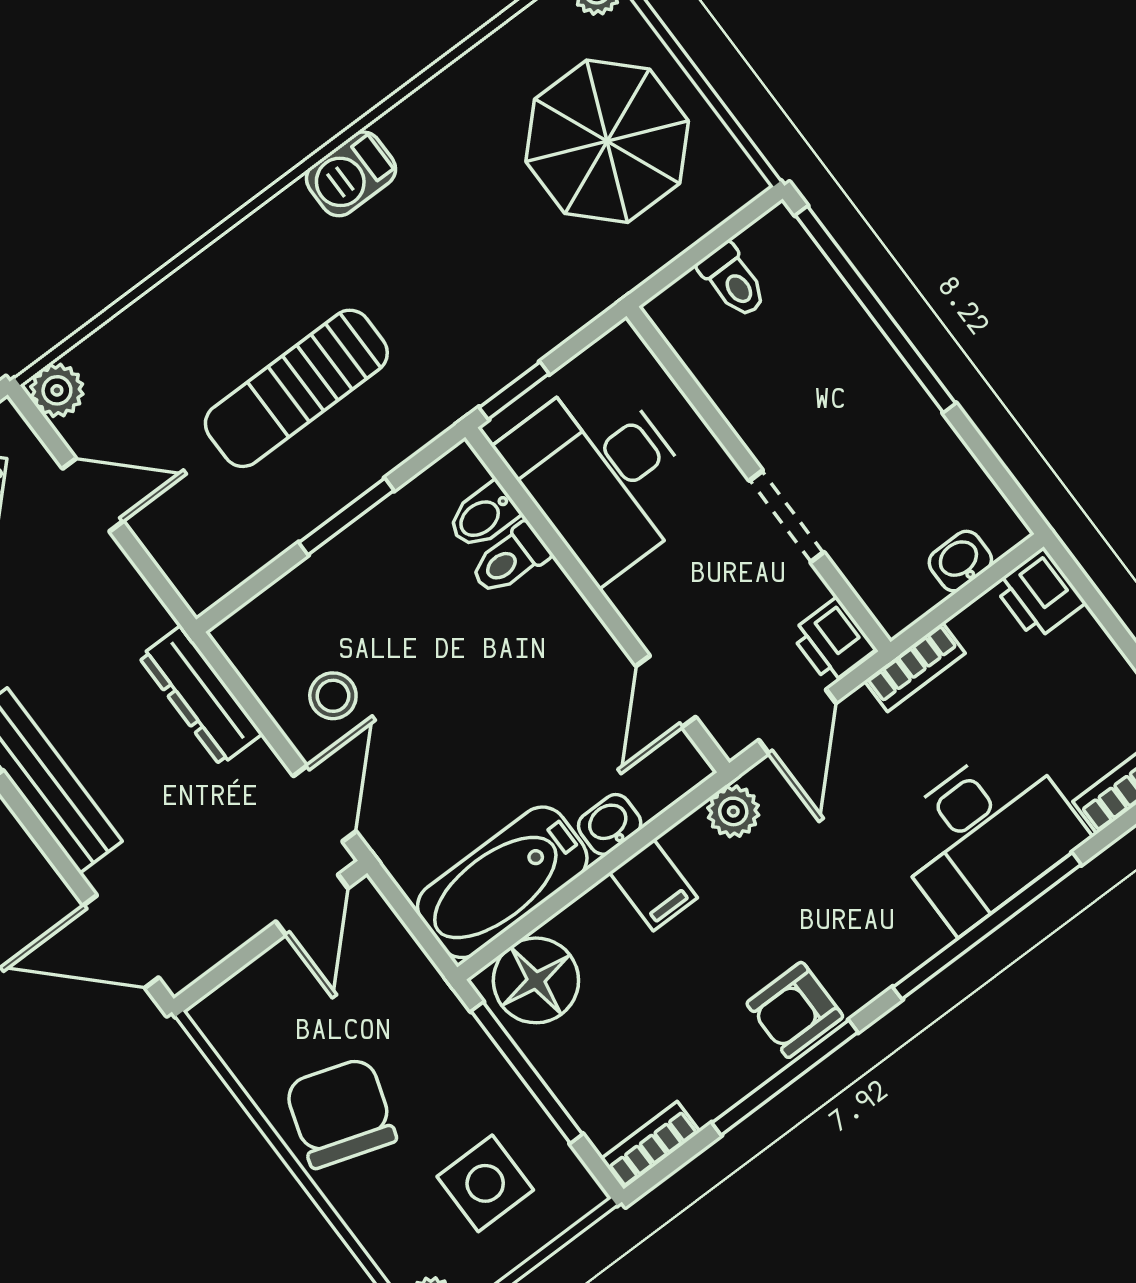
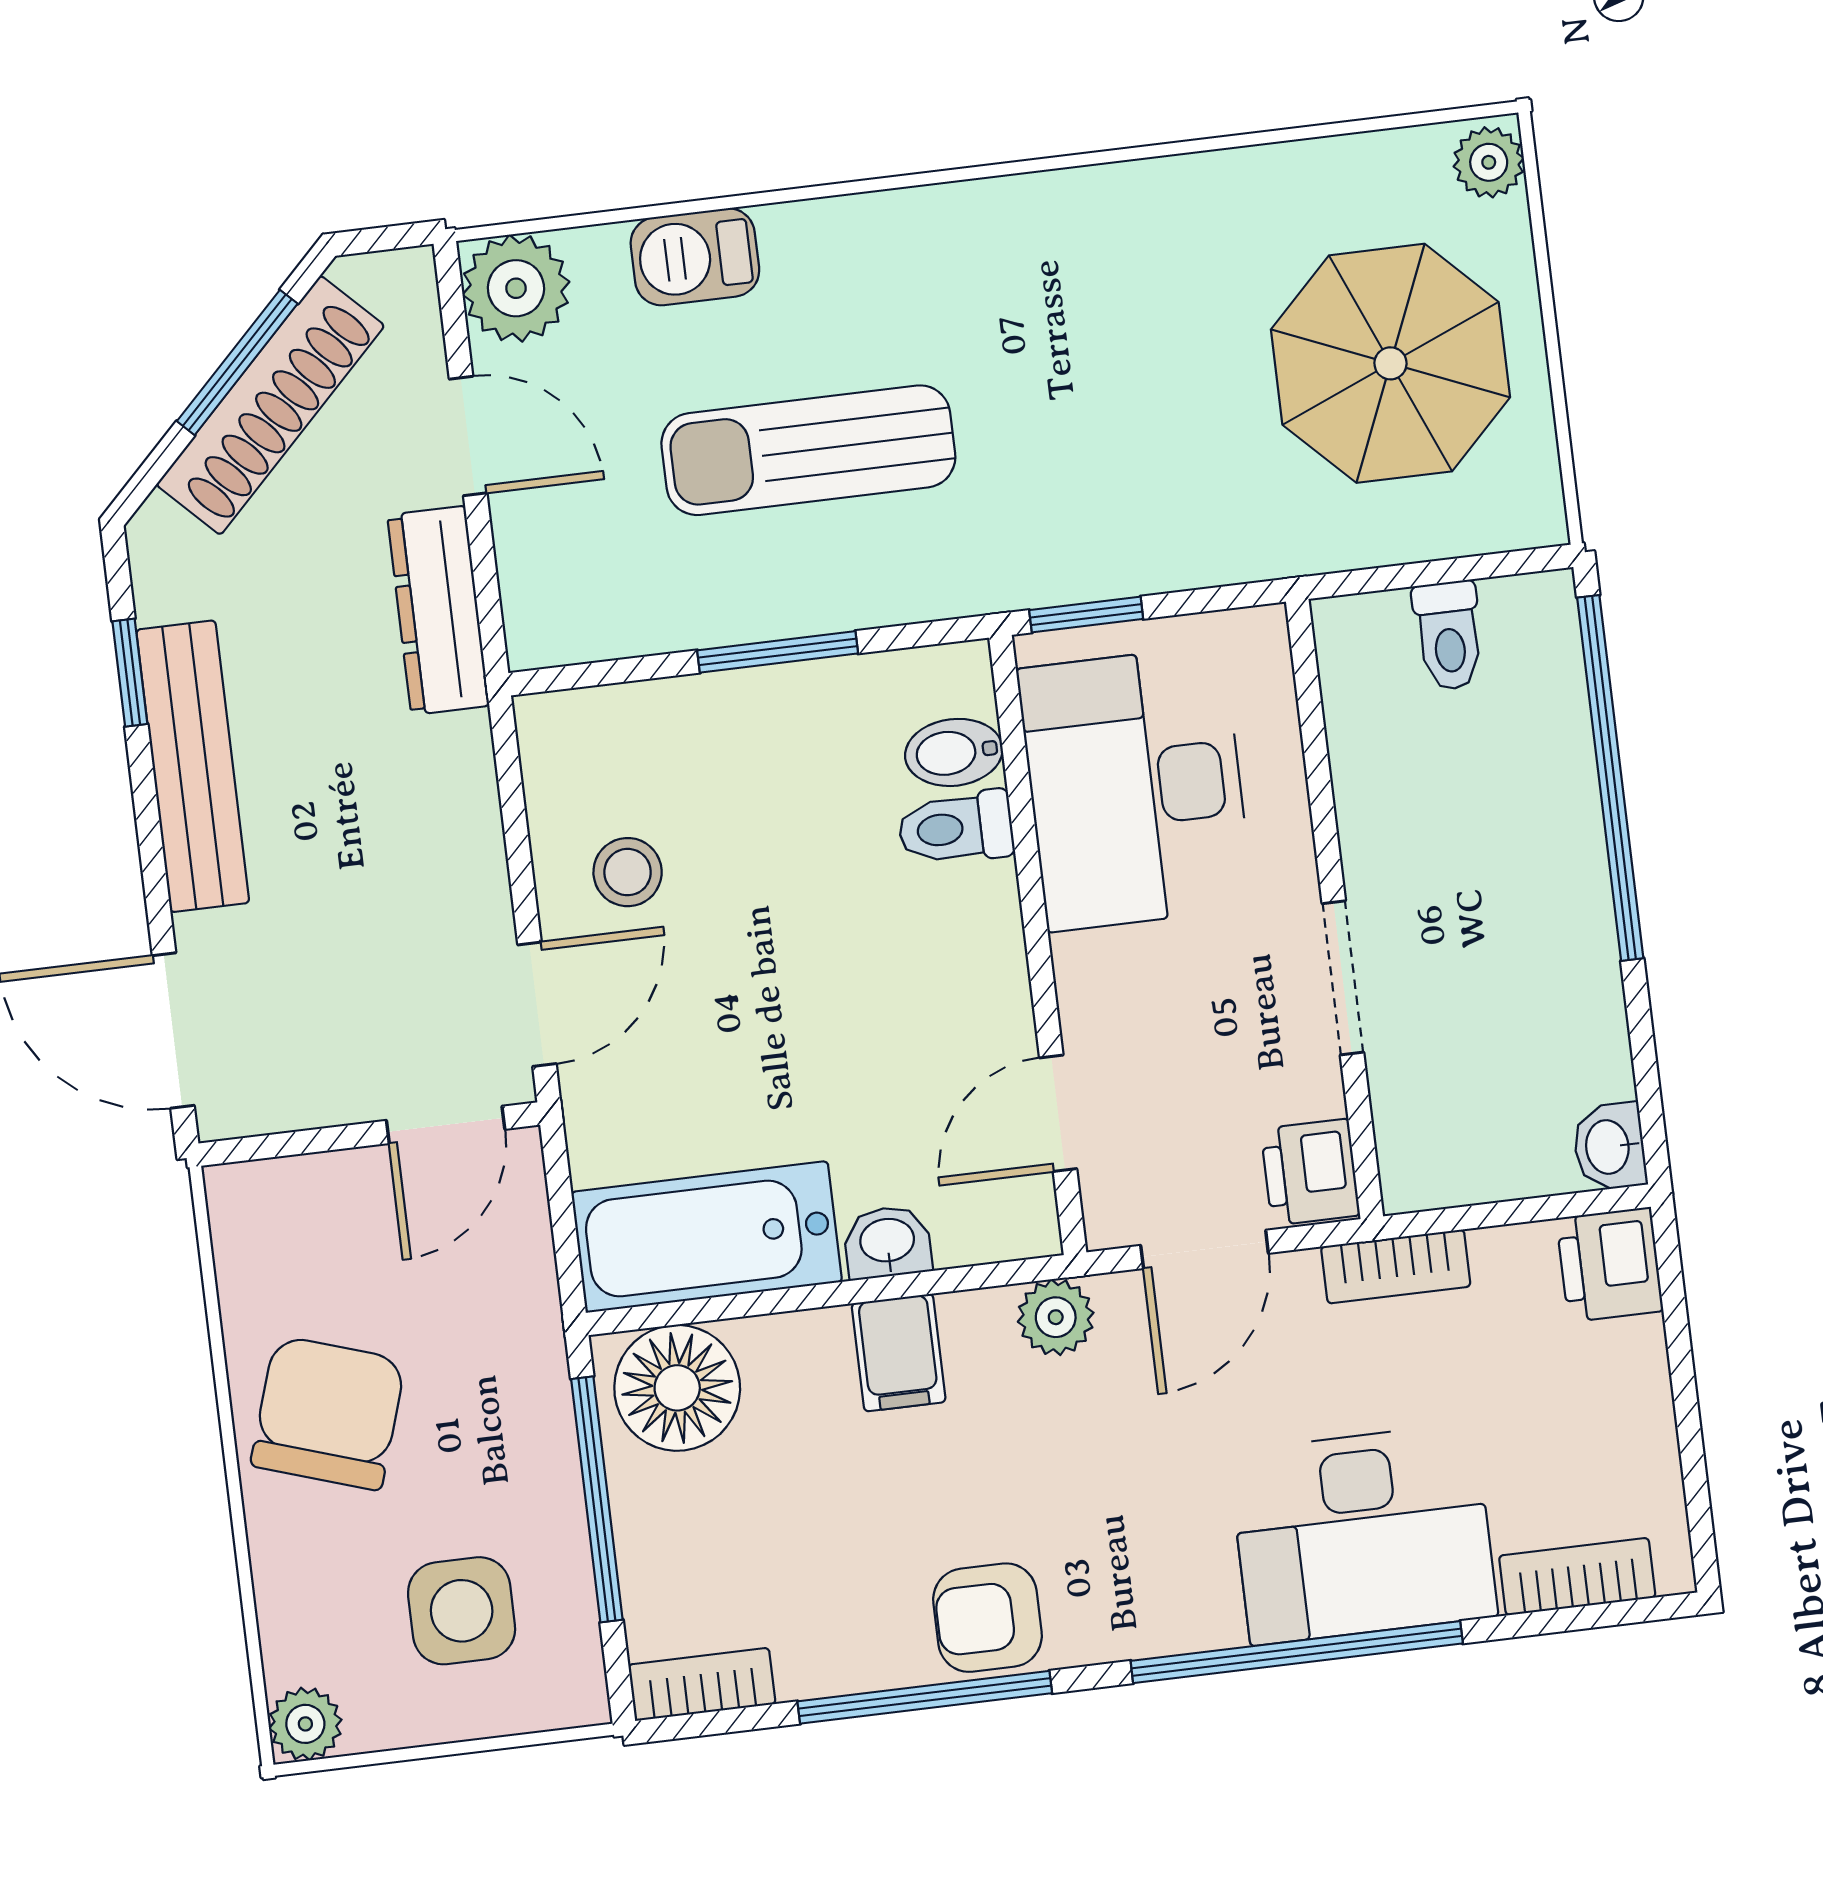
barbecue: (351, 174) -> (695, 257), moved
plant: (57, 390) -> (516, 288), width x1.38, depth x1.38
washbasin: (960, 561) -> (1609, 1147), moved, turned -90
dresser: (201, 695) -> (438, 610), moved

